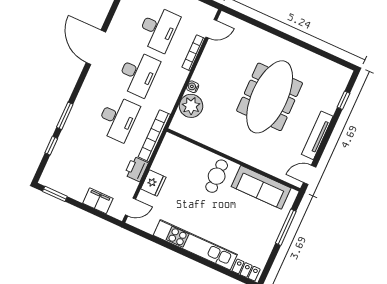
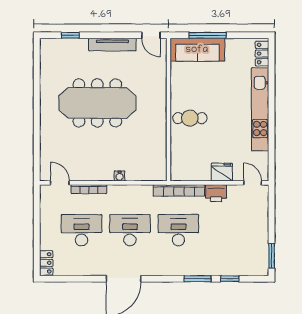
plant: (191, 106) -> (137, 170), removed
sofa: (261, 187) -> (197, 50), moved, turned 90
filing cabinet: (98, 201) -> (260, 215), removed

